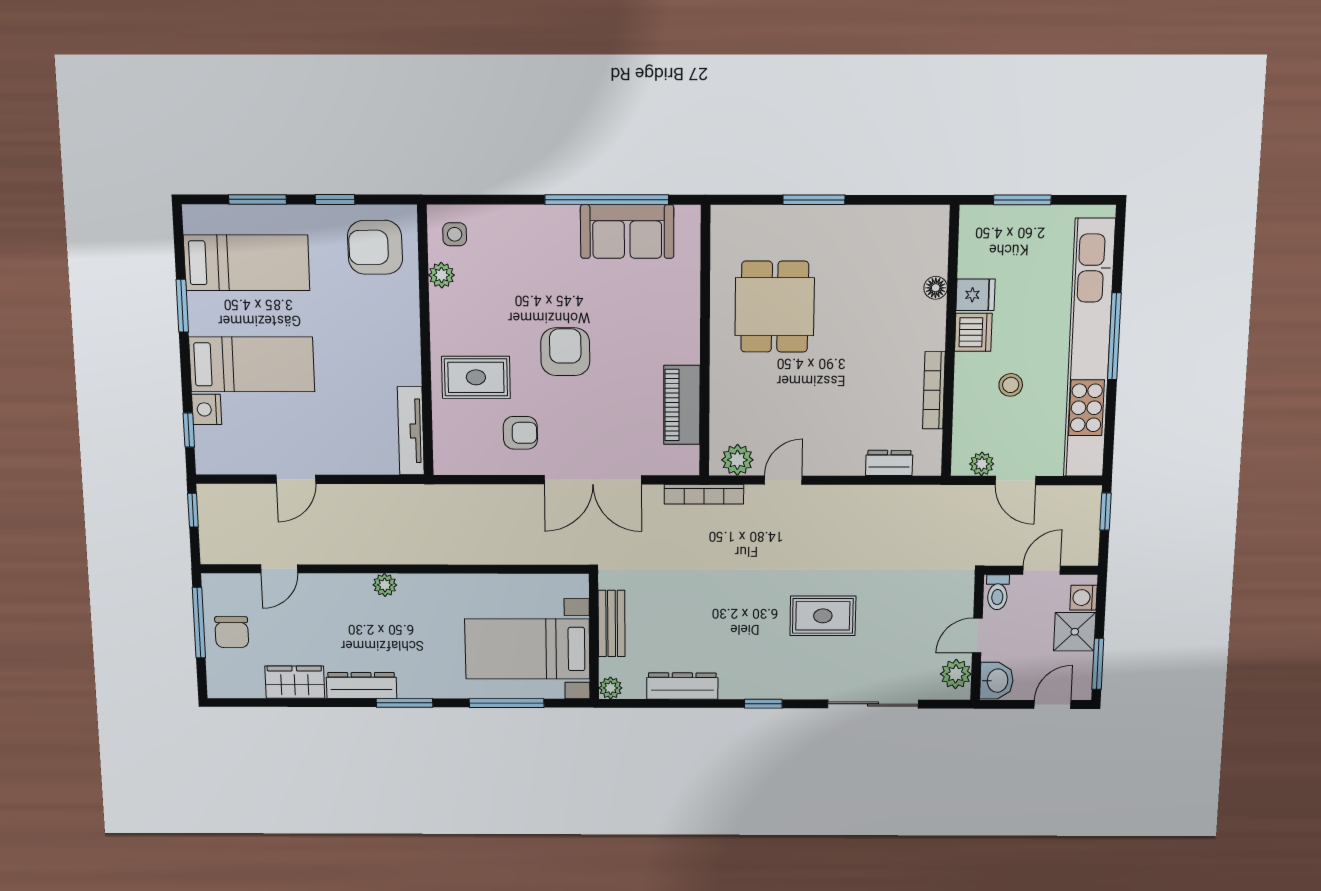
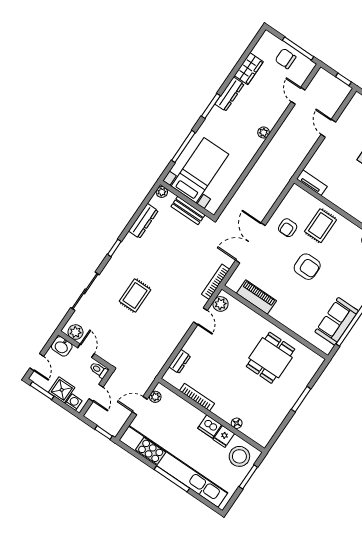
dining table: (775, 307) -> (271, 358), turned 90
stool: (1011, 385) -> (239, 456), moved, width x1.89, depth x1.89
tv unit: (411, 431) -> (312, 183), width x0.71

